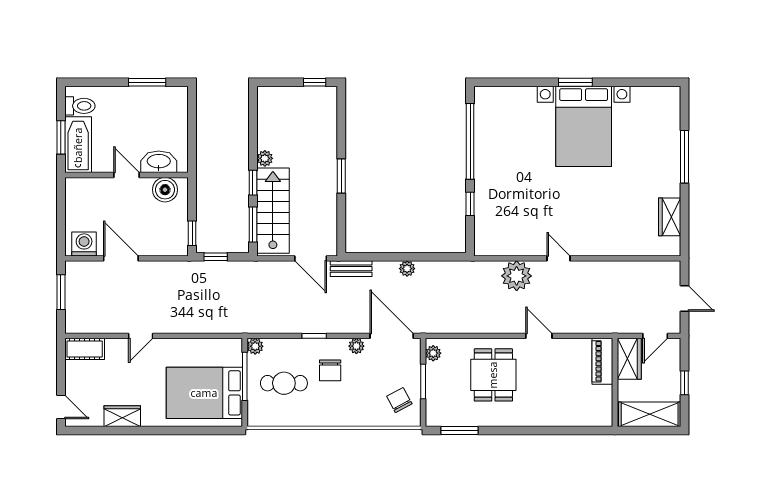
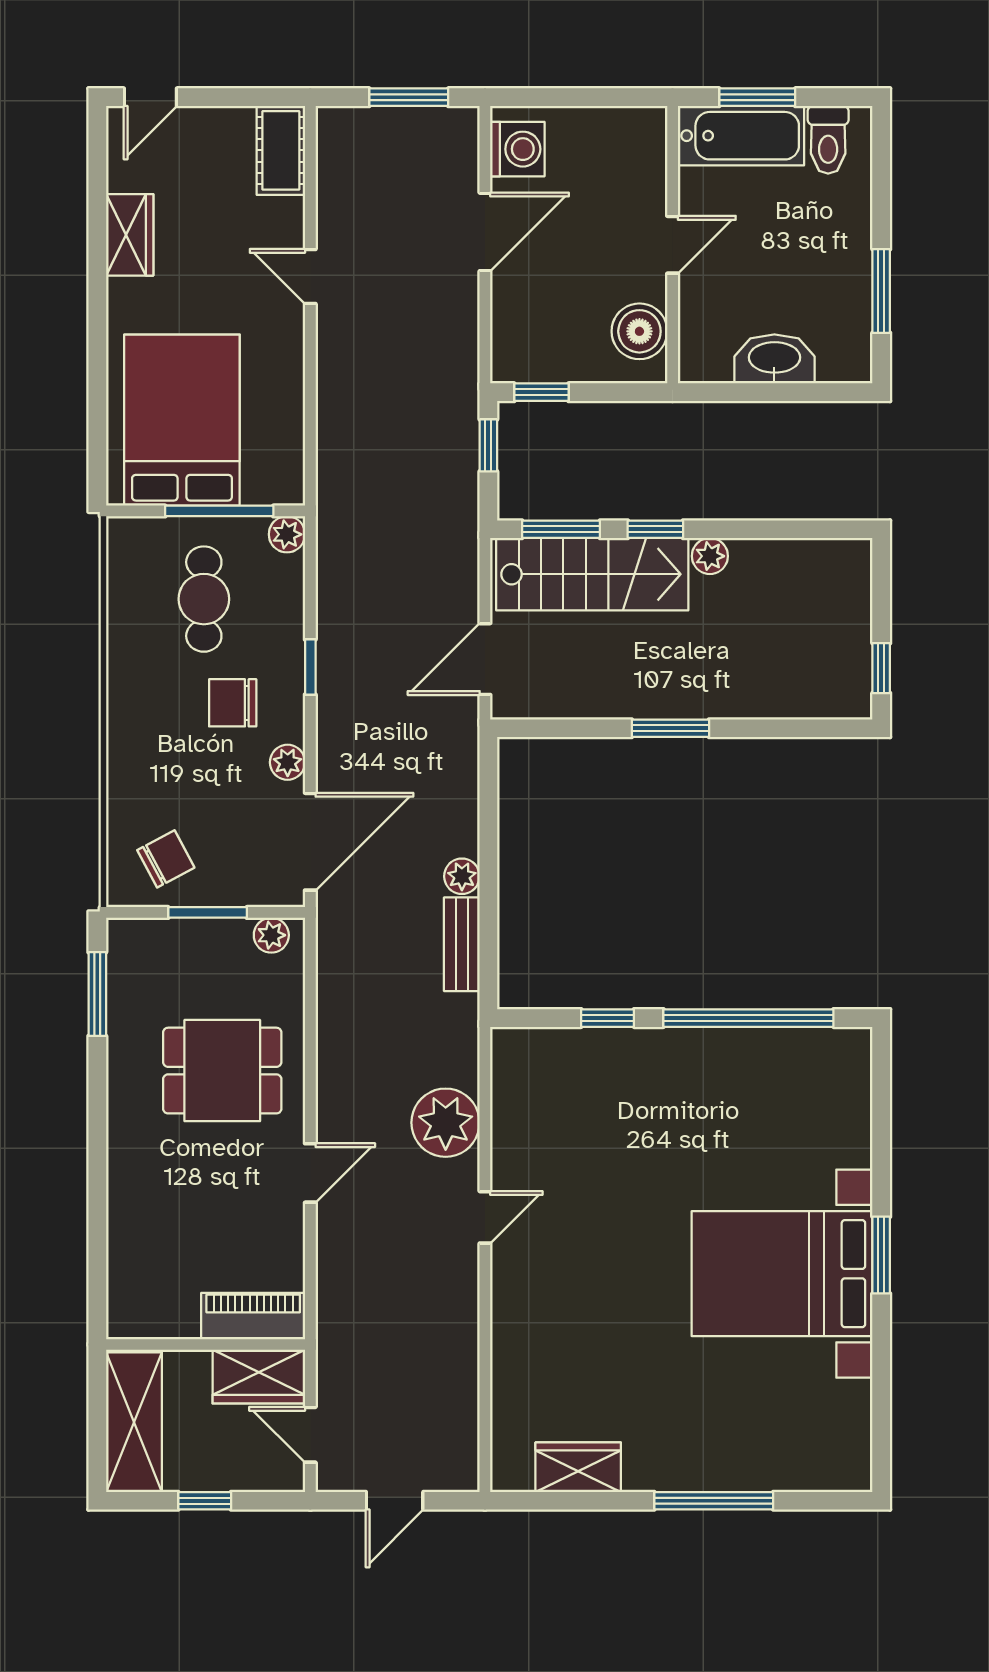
washbasin: (159, 162) -> (774, 359), moved, turned -90
bench: (351, 269) -> (462, 944), moved

